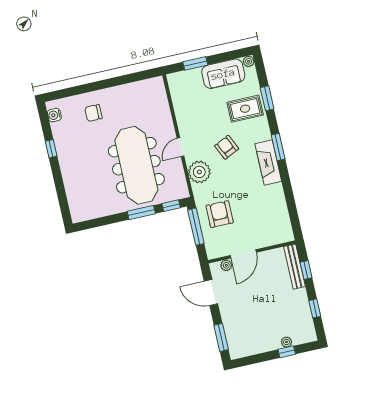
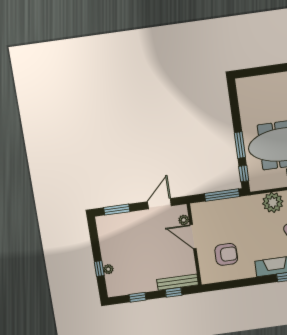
armchair: (220, 214) -> (226, 254), moved

